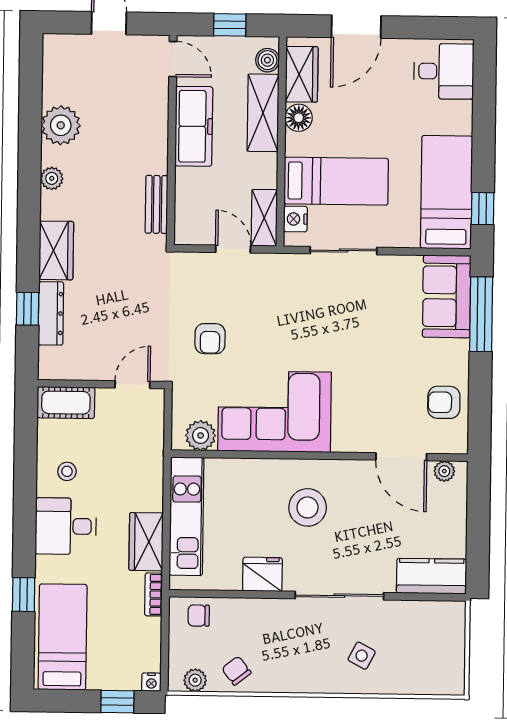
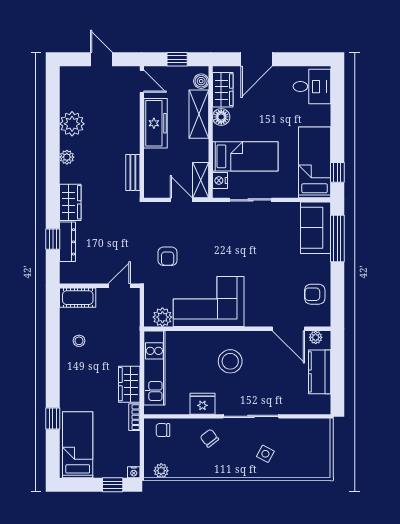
desk: (66, 526) -> (79, 375), removed
kitchen counter: (432, 576) -> (320, 372), moved, turned -90
chair: (236, 671) -> (209, 438), moved

